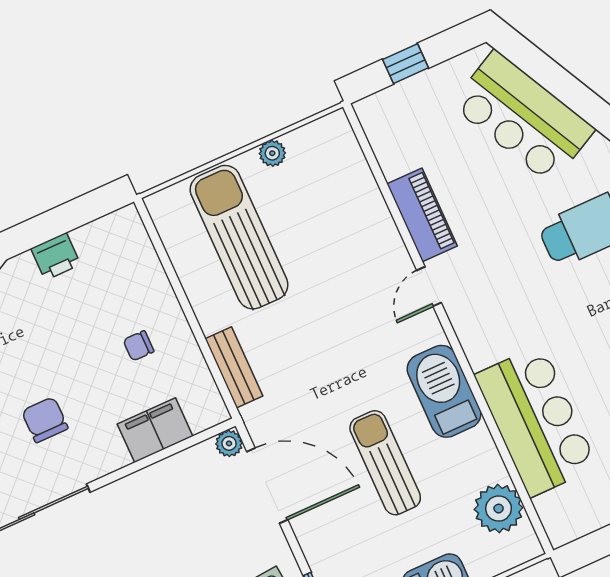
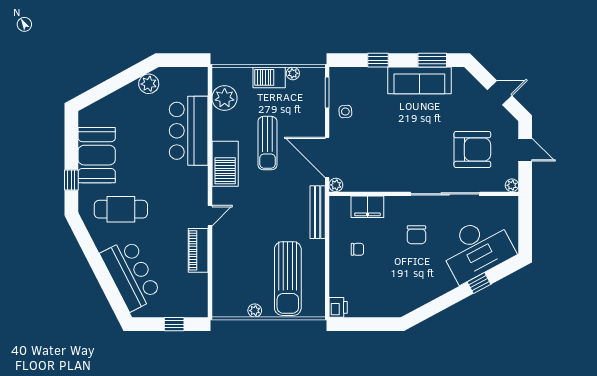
printer: (56, 256) -> (338, 307), moved, turned 90
bench: (234, 367) -> (318, 212), width x1.36

